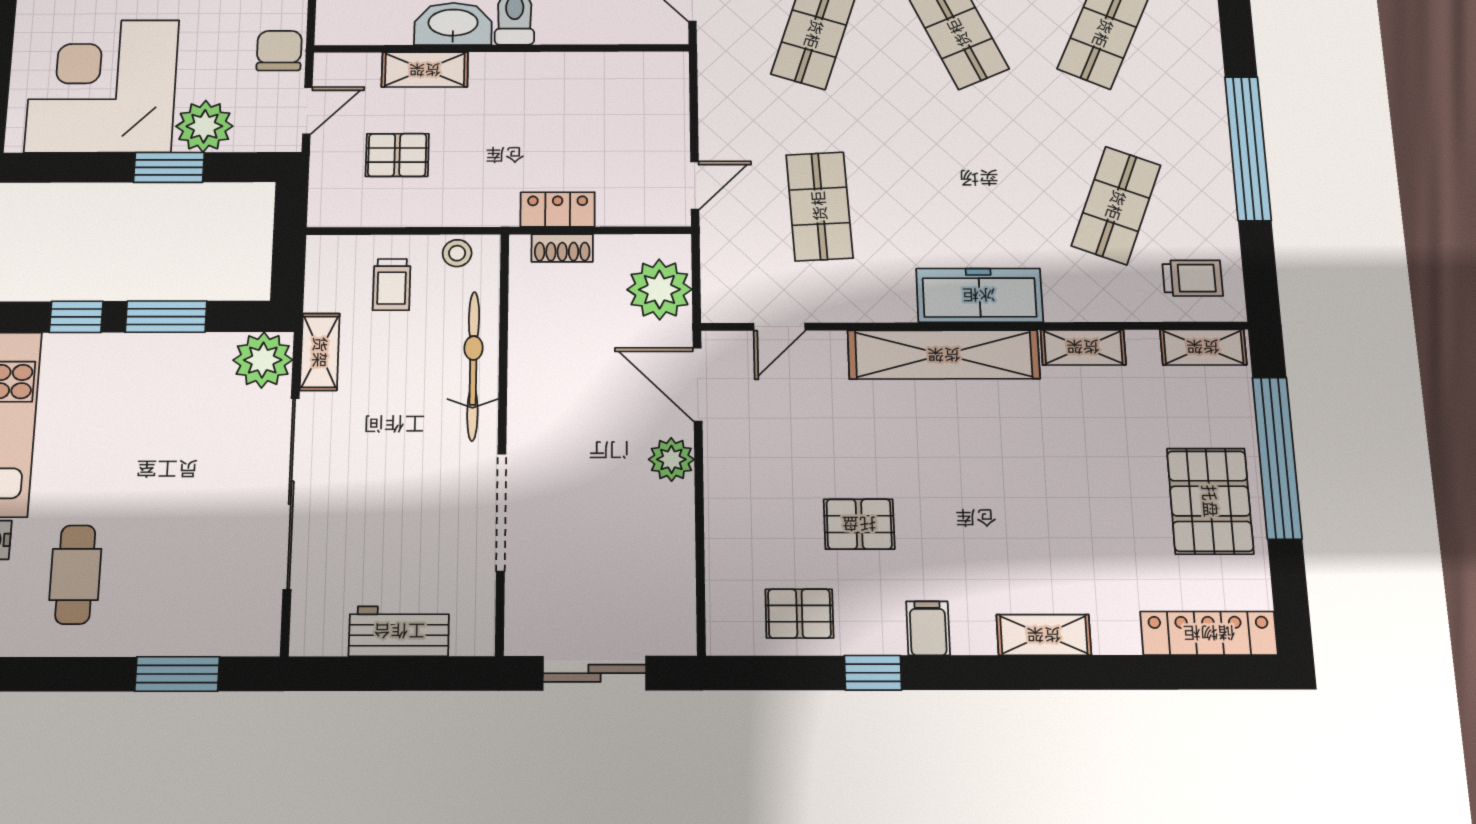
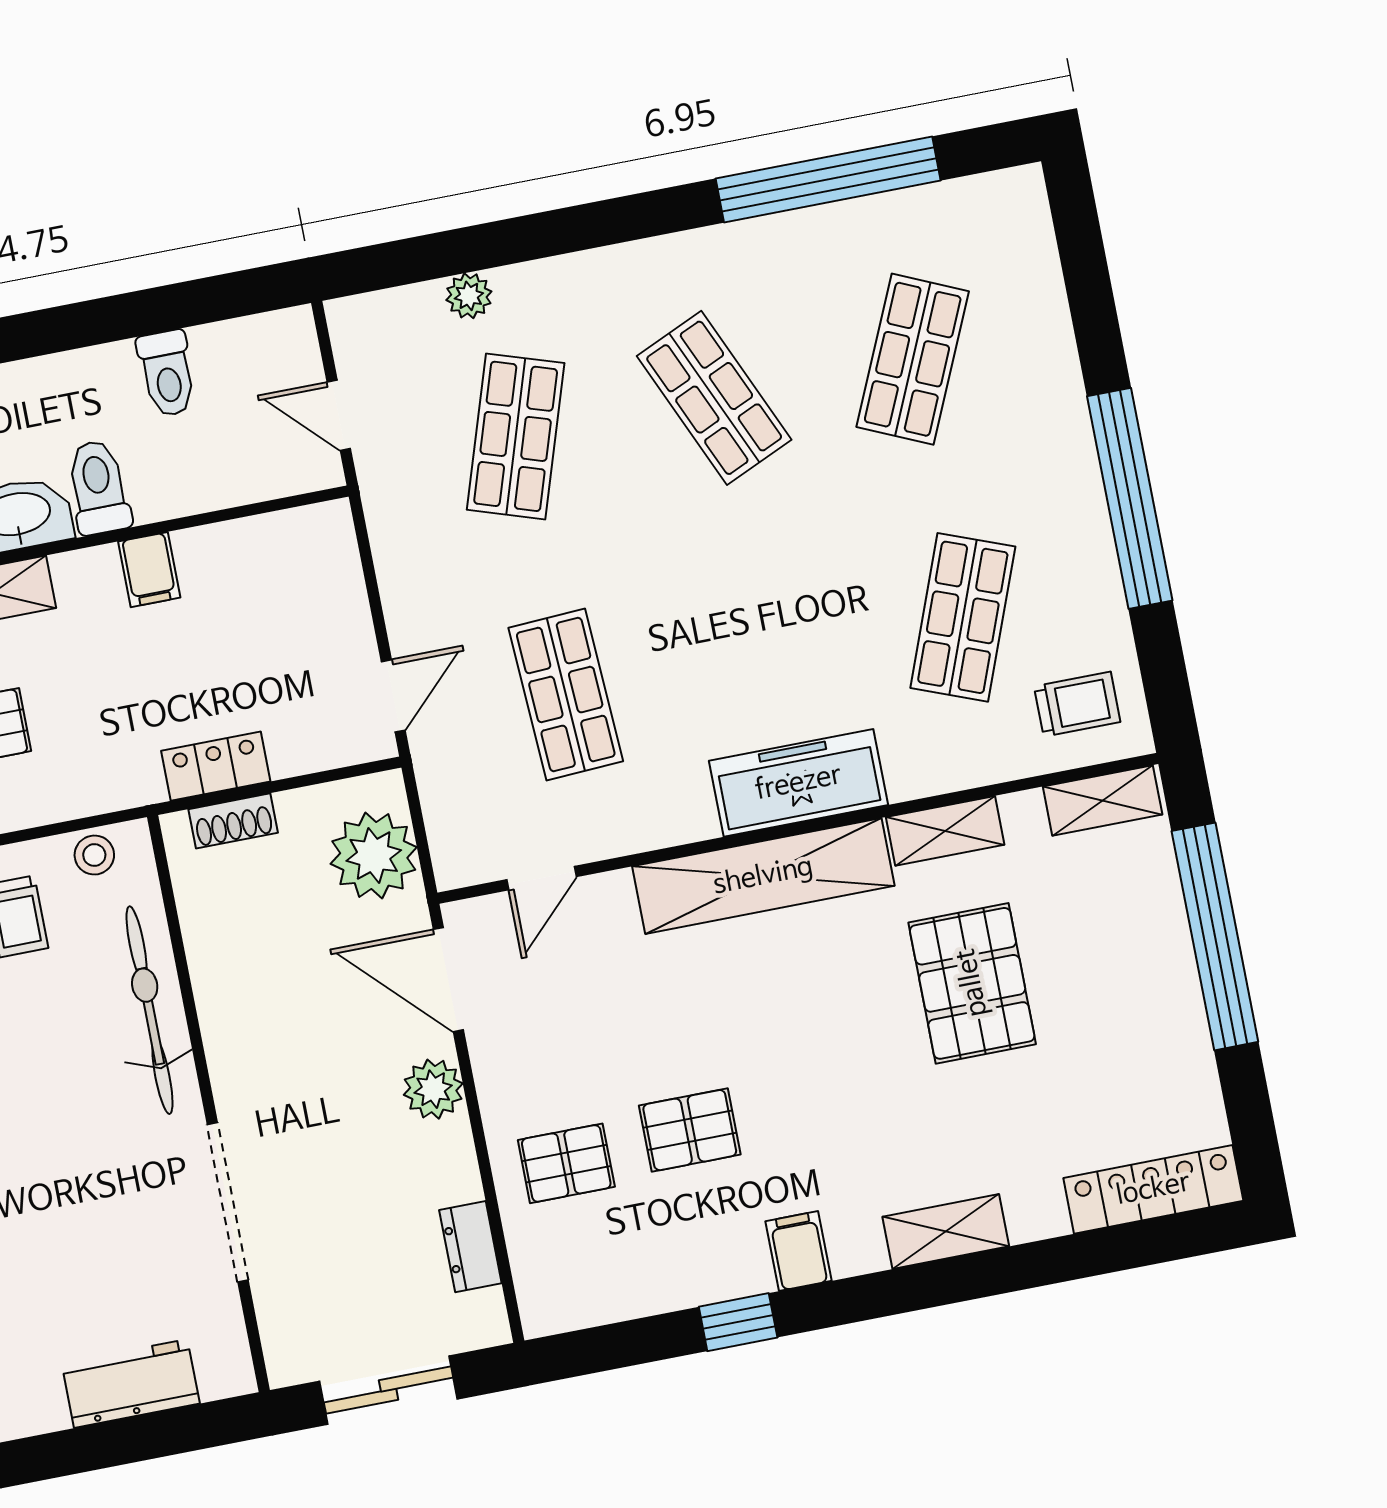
filing cabinet: (538, 74) -> (149, 570), added
pallet: (1210, 501) -> (972, 983), moved
dresser: (678, 578) -> (470, 1247), added
pallet: (799, 614) -> (566, 1163), moved

